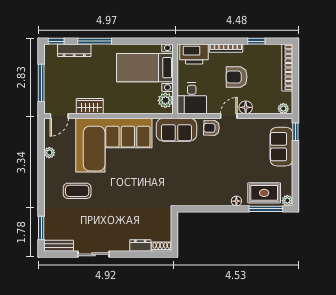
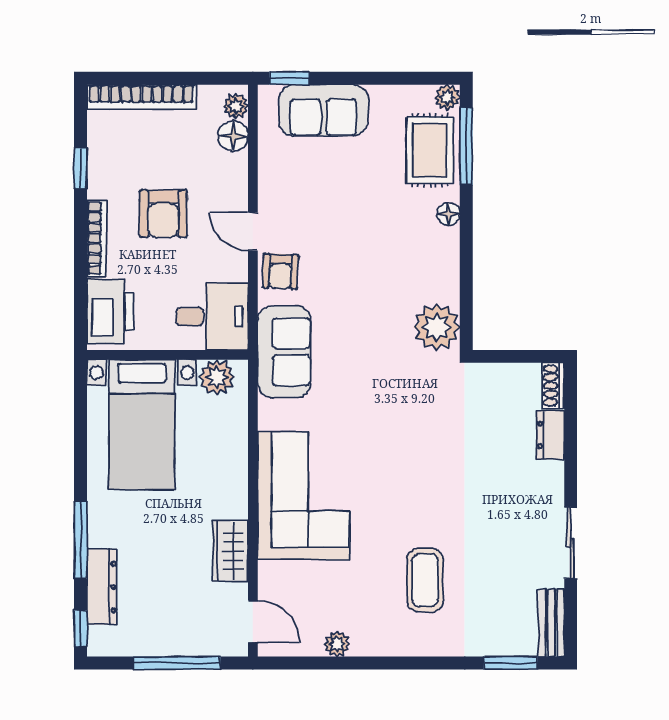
floor lamp: (246, 107) -> (233, 136), moved
corner sofa: (114, 145) -> (303, 496), width x0.73, depth x0.74
plant: (187, 196) -> (437, 327), added

